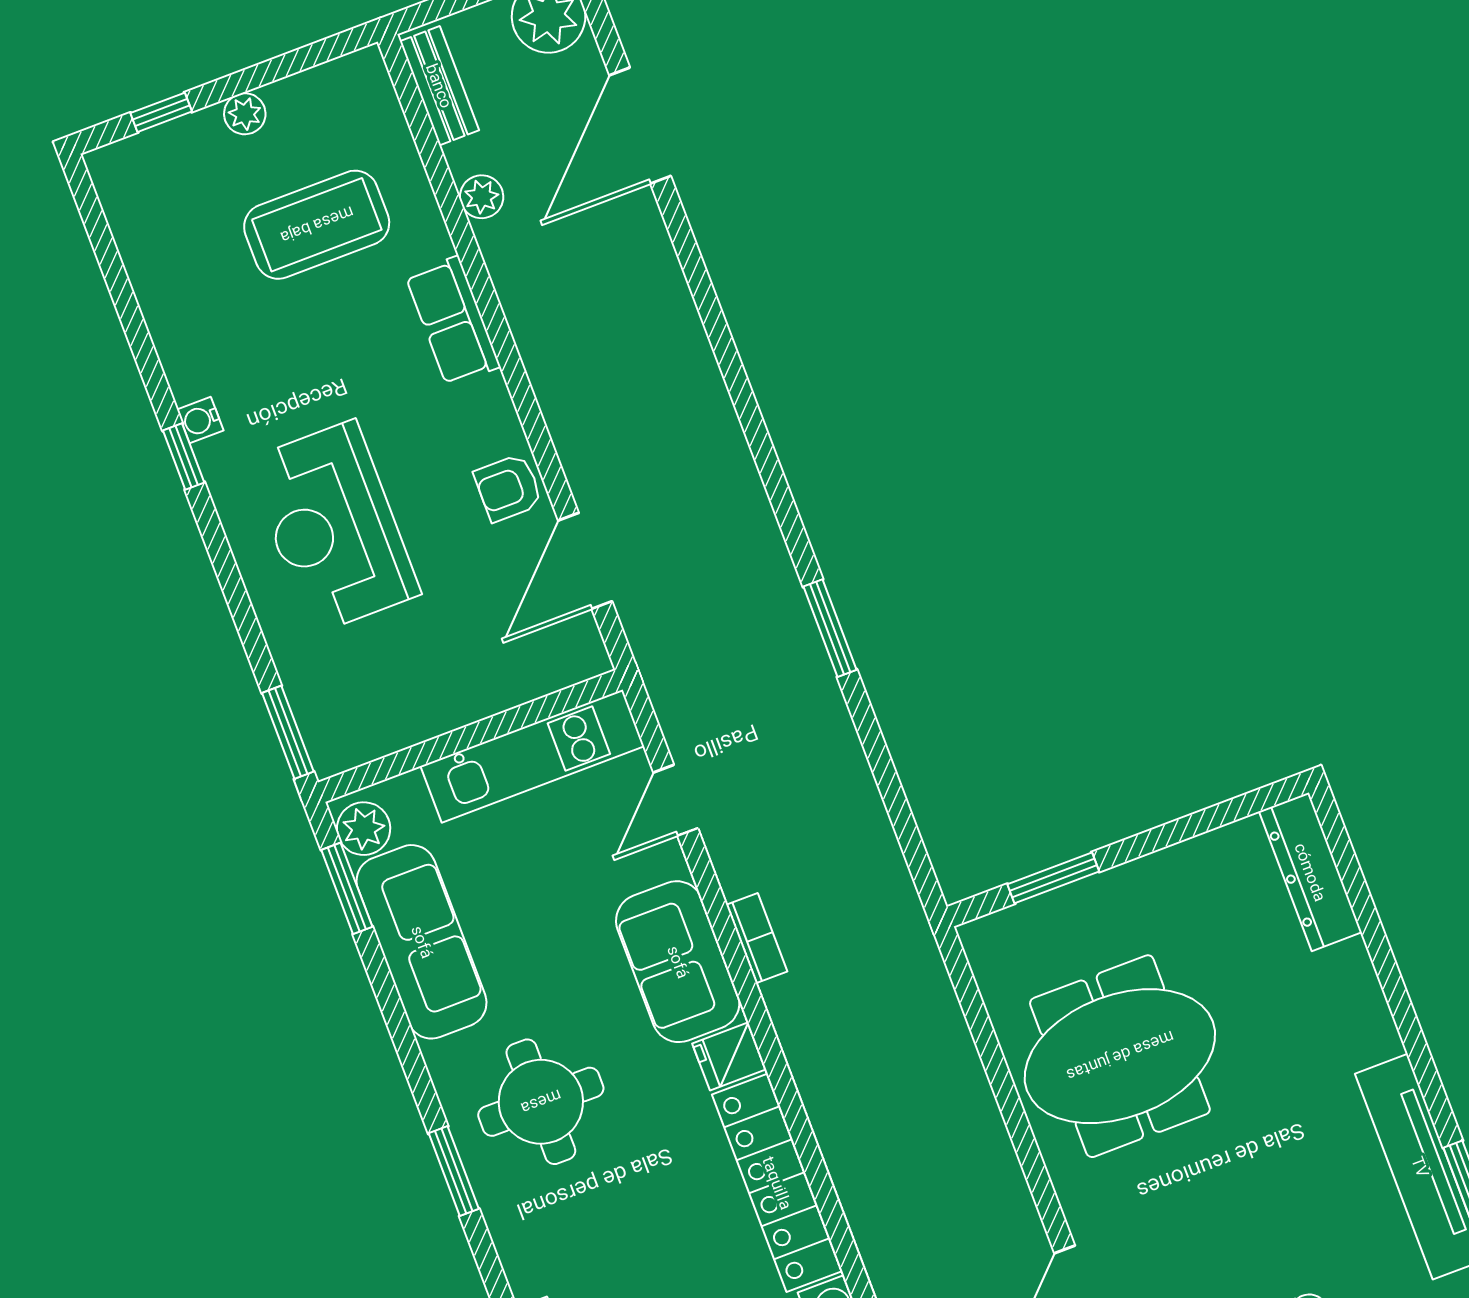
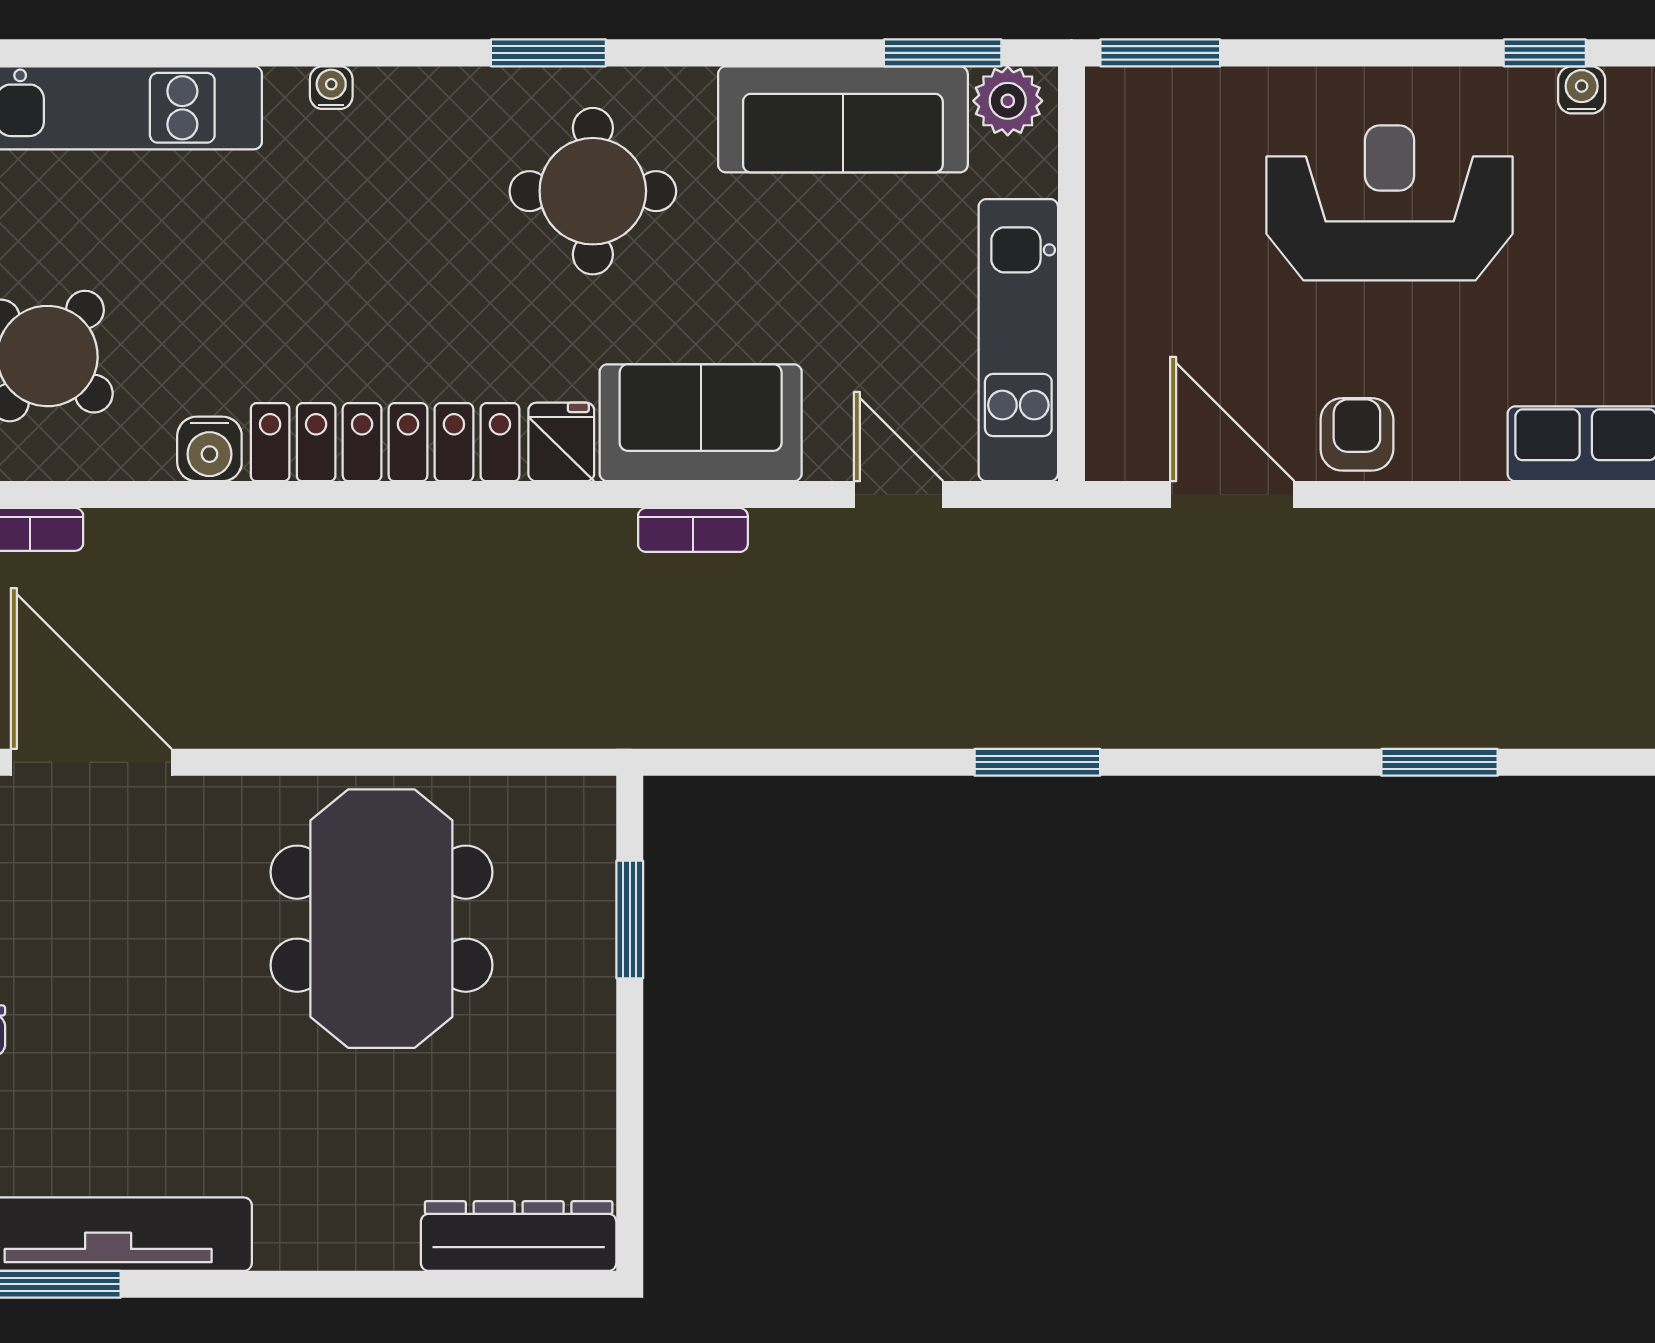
window: (721, 340) -> (1440, 762), added

